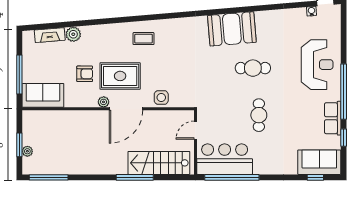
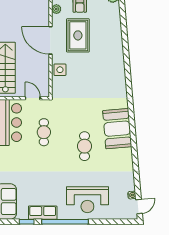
coffee table: (144, 39) -> (109, 55), removed
plant: (104, 102) -> (56, 9), moved
cafe table: (259, 115) -> (44, 132), moved, turned 90

